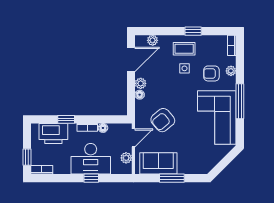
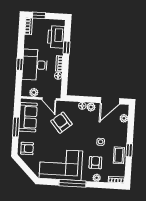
coffee table: (184, 49) -> (119, 155), moved
door: (131, 59) -> (110, 101), hinge flipped
armchair: (199, 162) -> (27, 148), added

